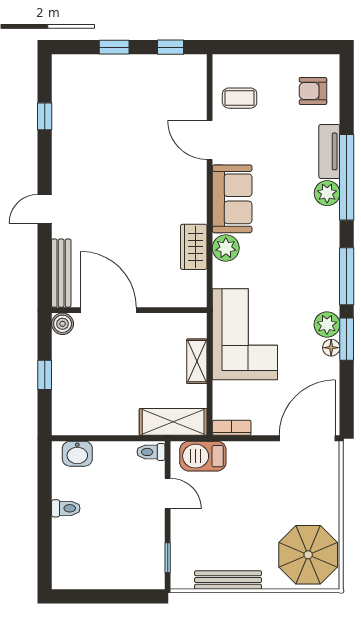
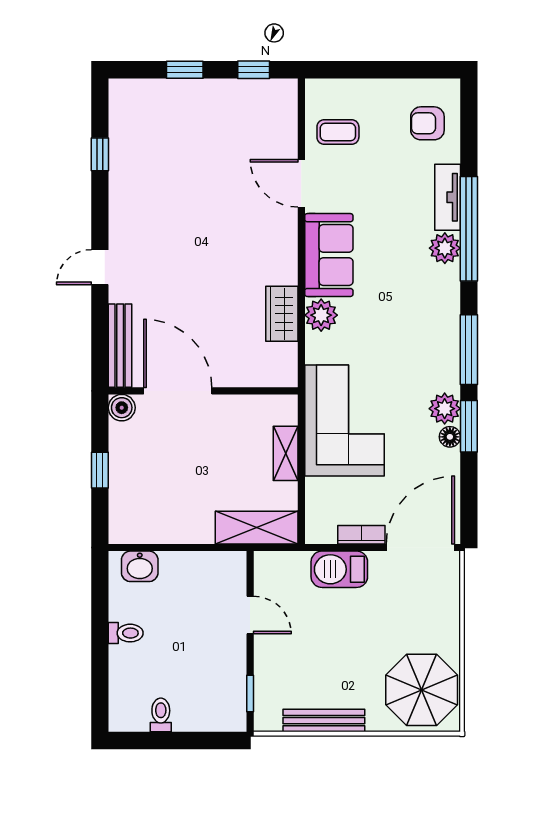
bookcase: (232, 428) -> (361, 535), moved
toilet: (151, 452) -> (161, 715), moved, turned 90
barbecue: (203, 456) -> (339, 569), moved

